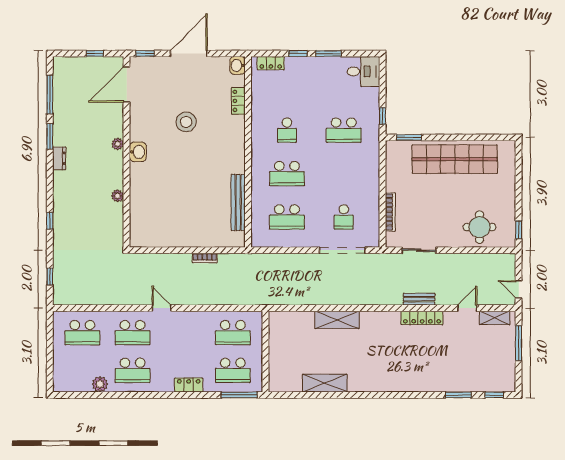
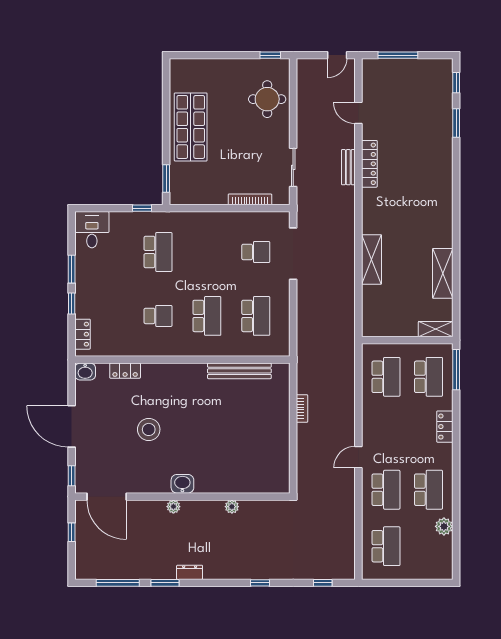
shop shelf: (455, 159) -> (191, 127), width x0.71
shelving: (495, 318) -> (436, 329), moved, turned 90

